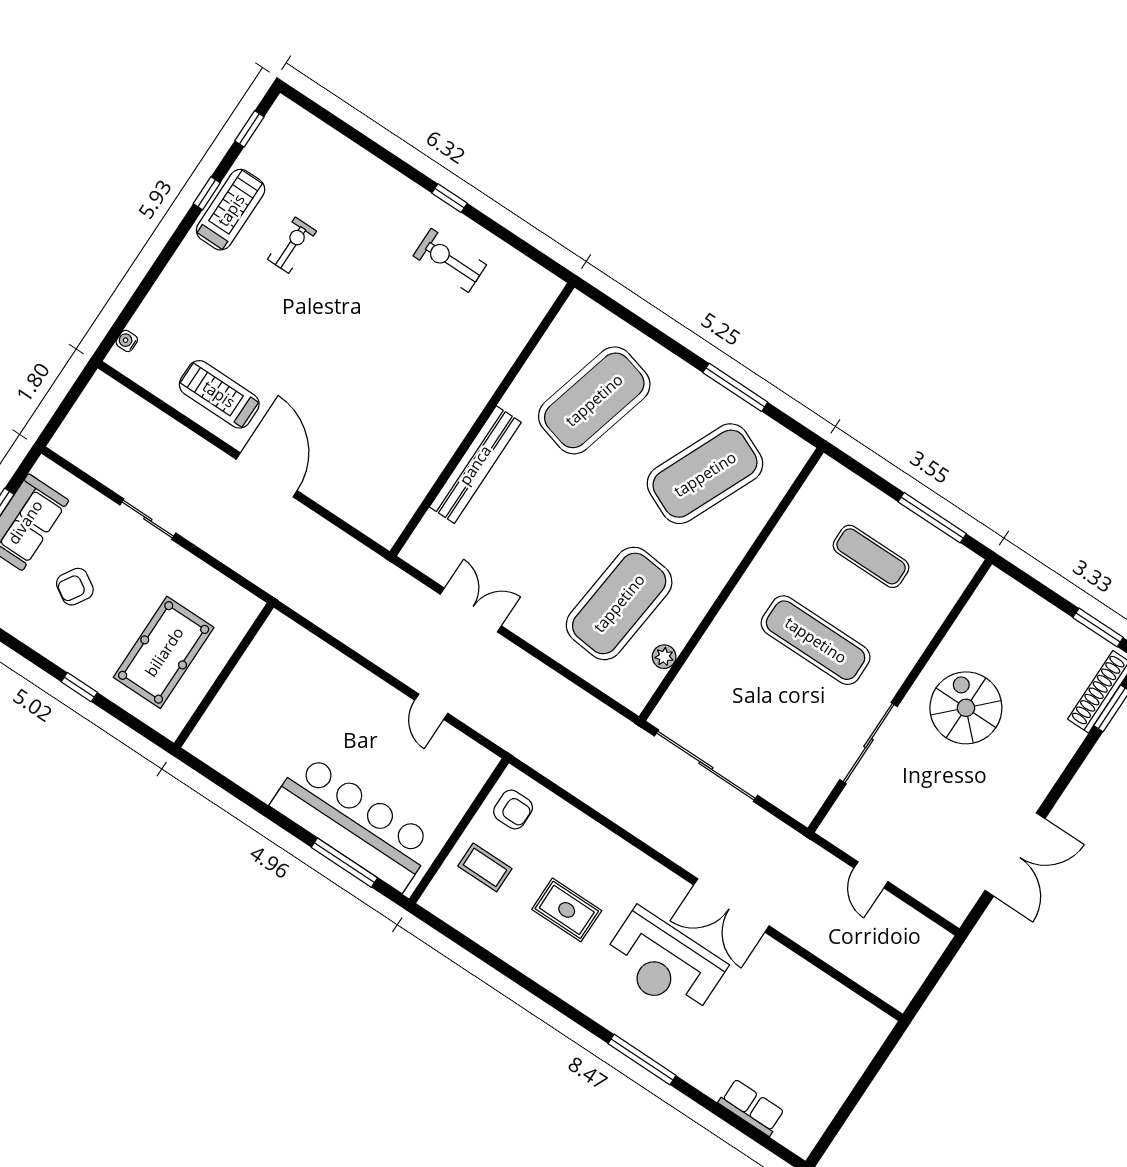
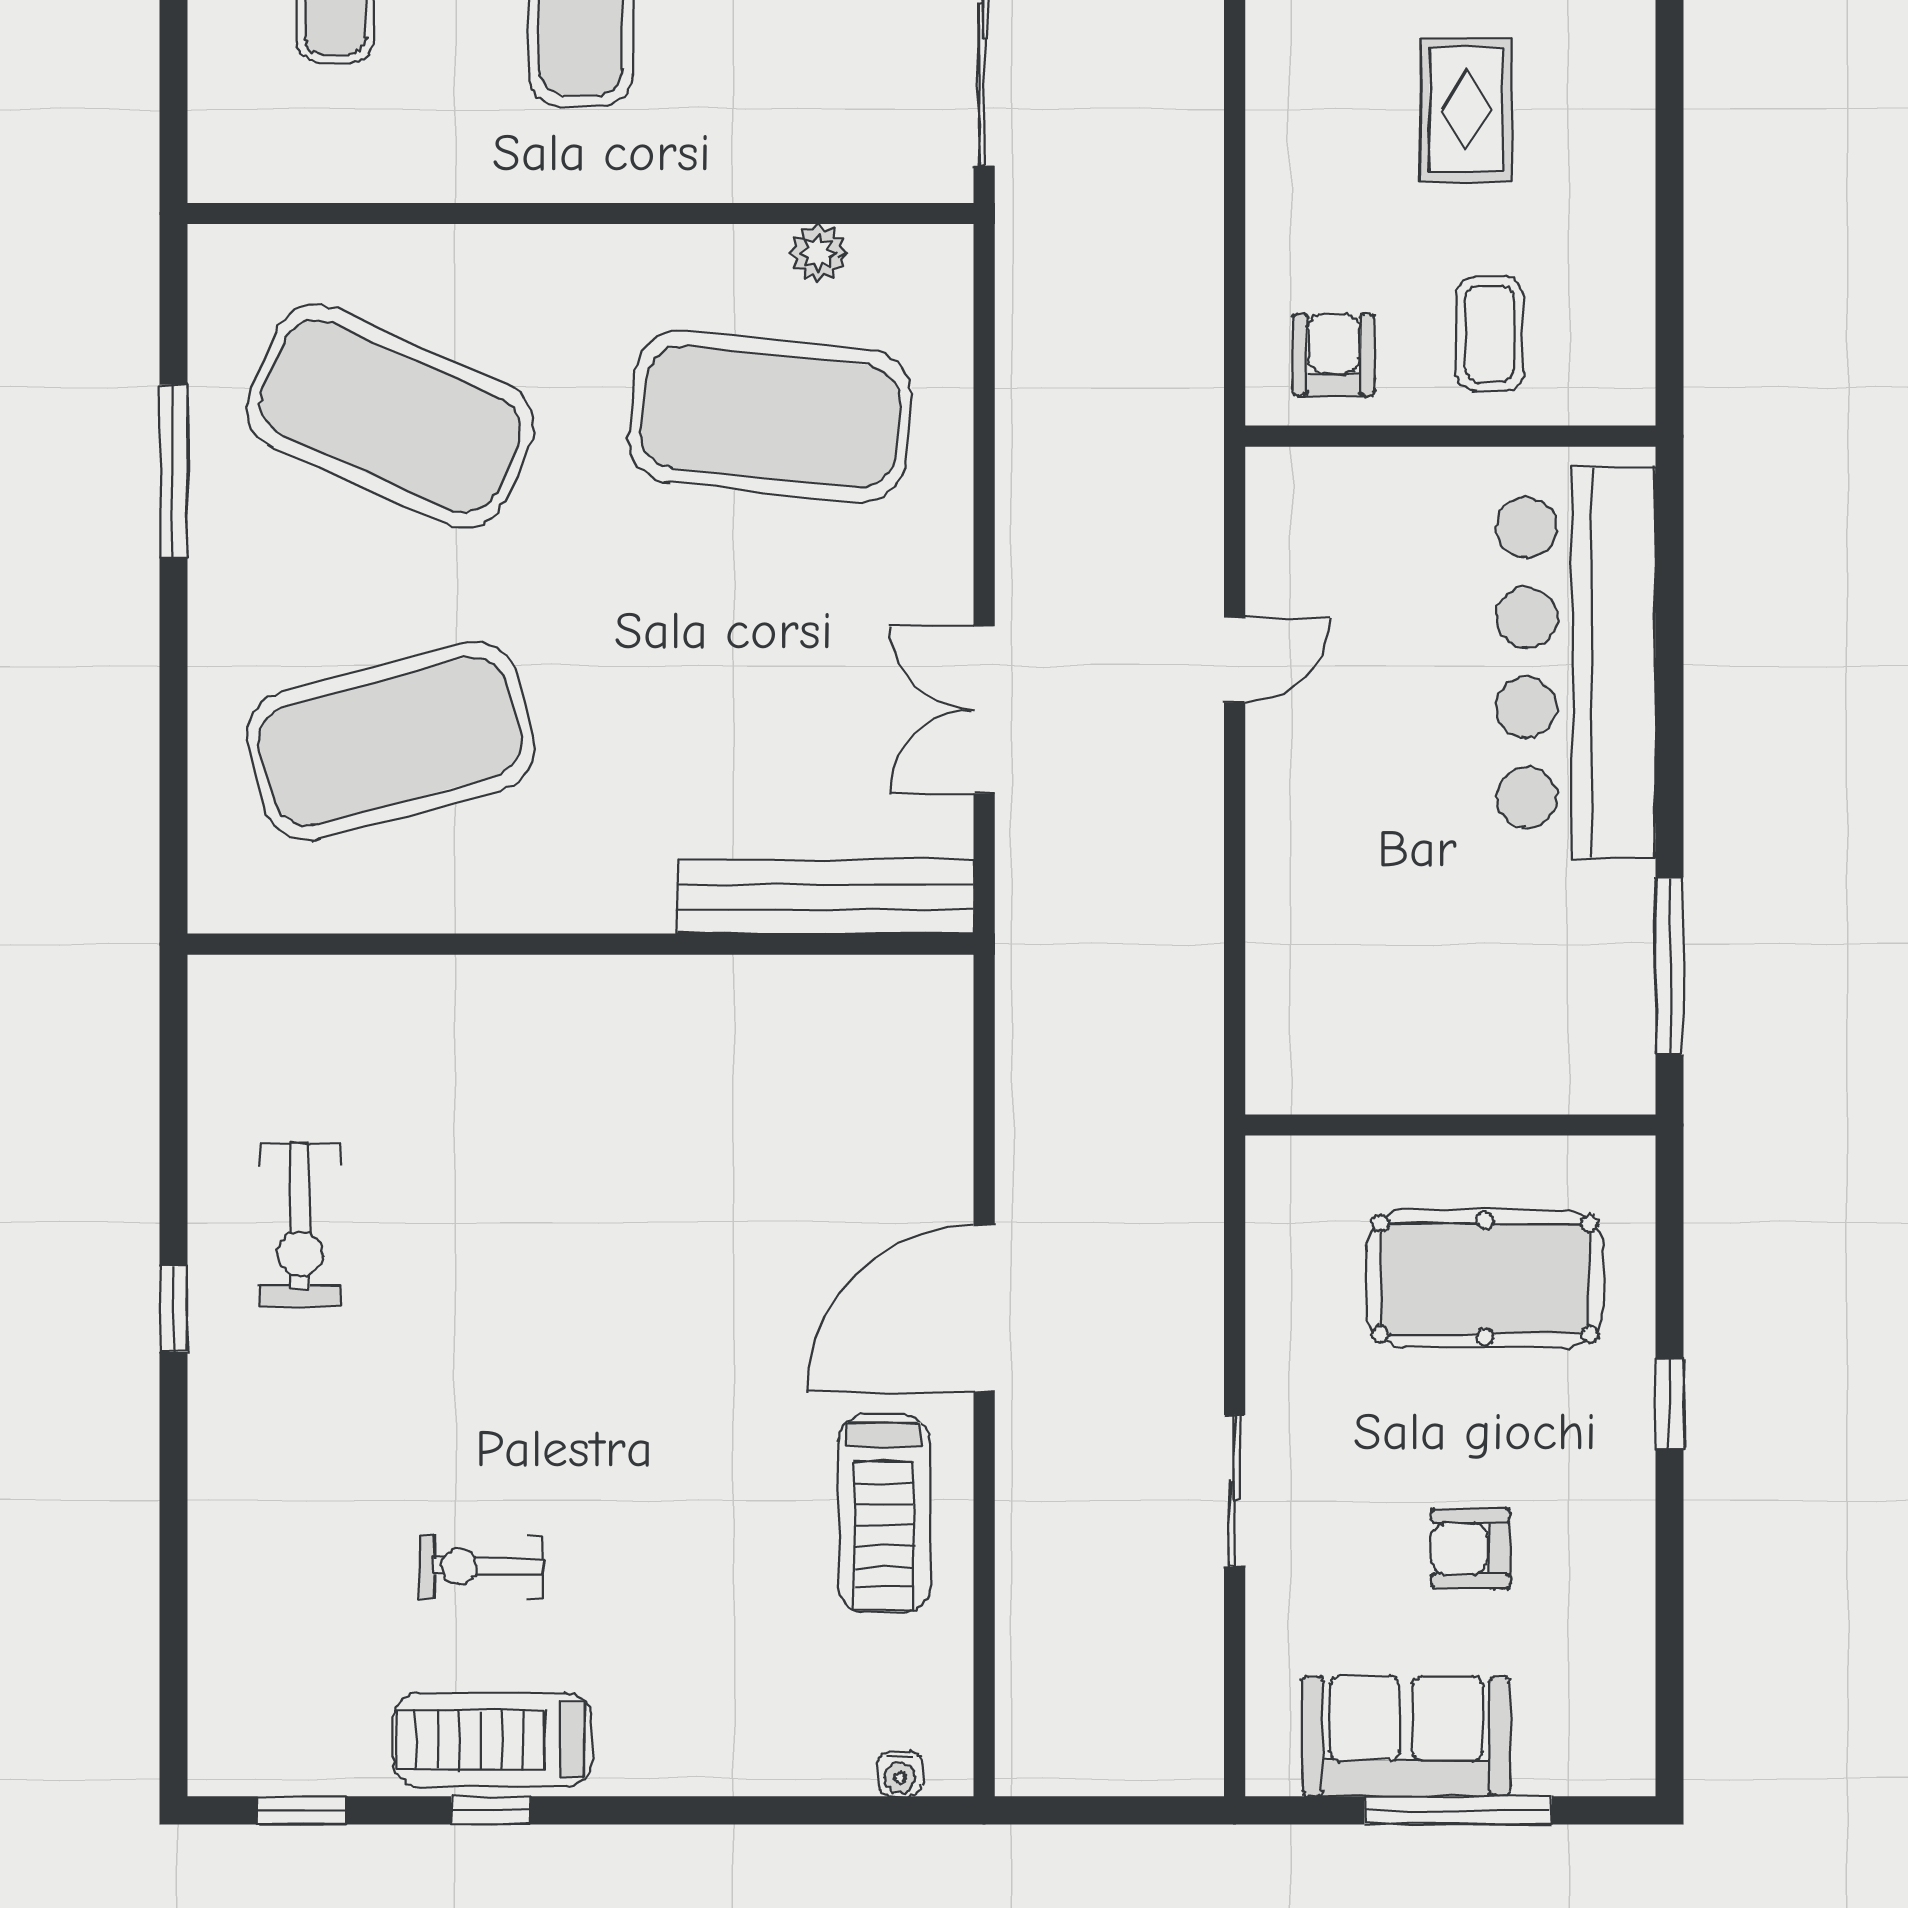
exercise mat: (594, 400) -> (390, 741), turned -30
bench: (475, 465) -> (825, 897), moved
armchair: (75, 587) -> (1471, 1548), turned 148
window: (344, 863) -> (1669, 966), moved

